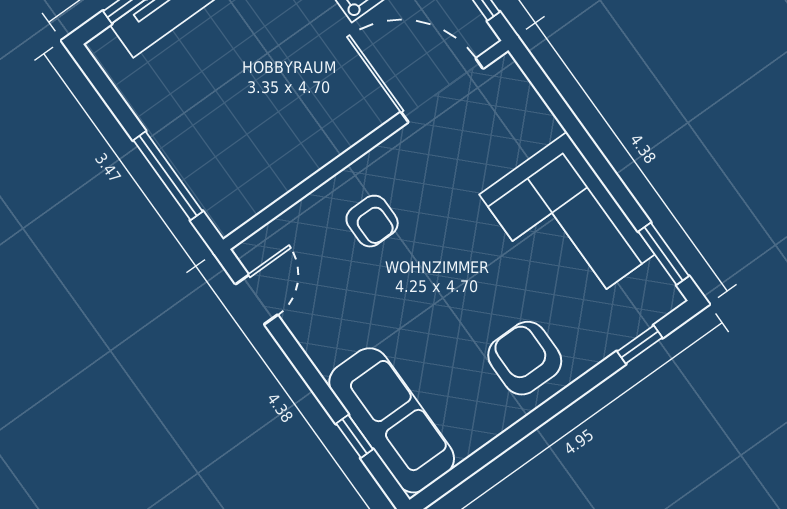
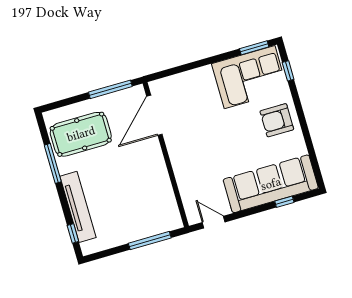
armchair: (372, 221) -> (198, 163), removed
corner sofa: (567, 224) -> (250, 77), moved
sofa: (392, 420) -> (271, 184), width x1.36, depth x1.27

